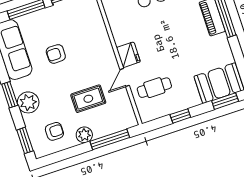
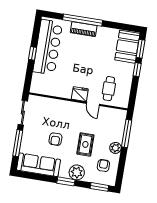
rug: (88, 99) -> (85, 144), moved
window: (180, 116) -> (137, 70), moved

